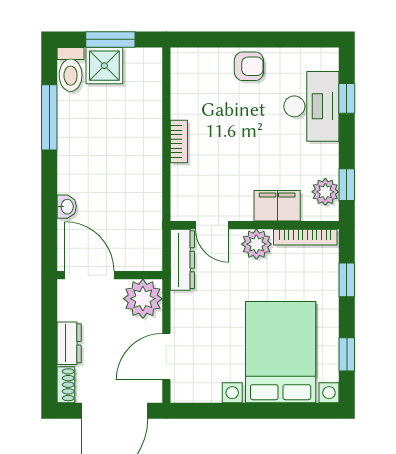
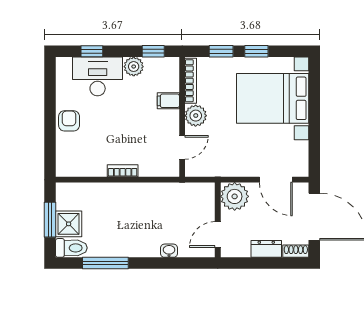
plant: (325, 192) -> (134, 67), moved
filing cabinet: (277, 206) -> (168, 101), width x0.50
dresser: (182, 260) -> (207, 168), removed
door: (89, 275) -> (218, 235), width x0.73
window: (347, 354) -> (256, 51), moved

